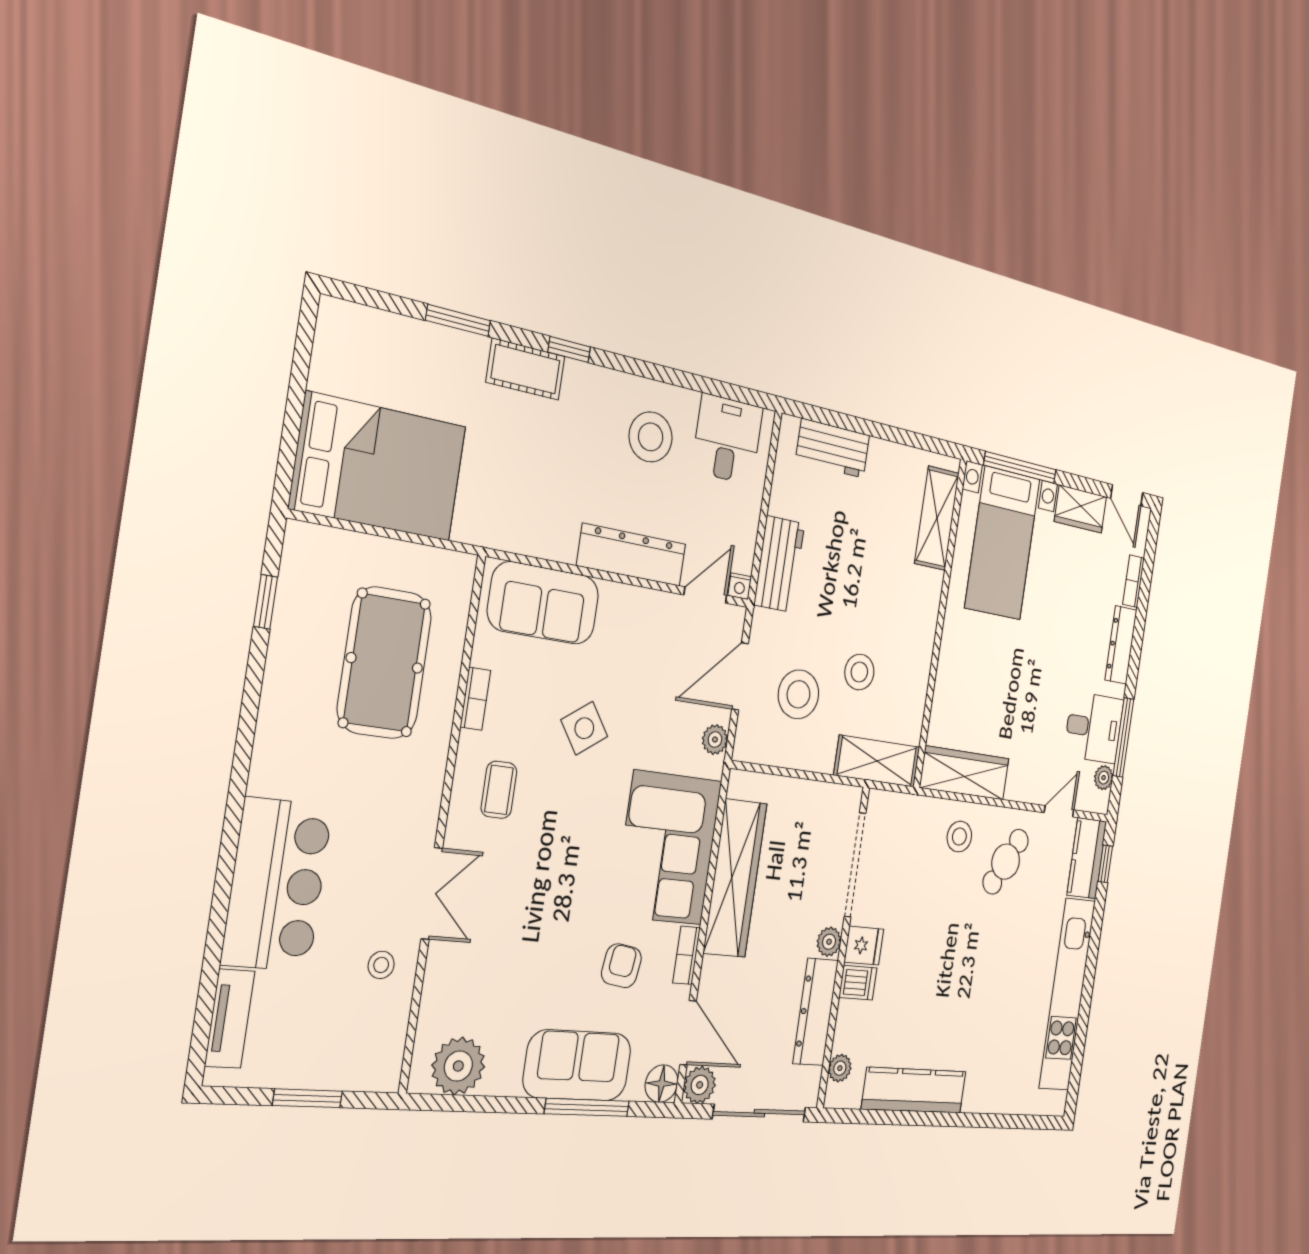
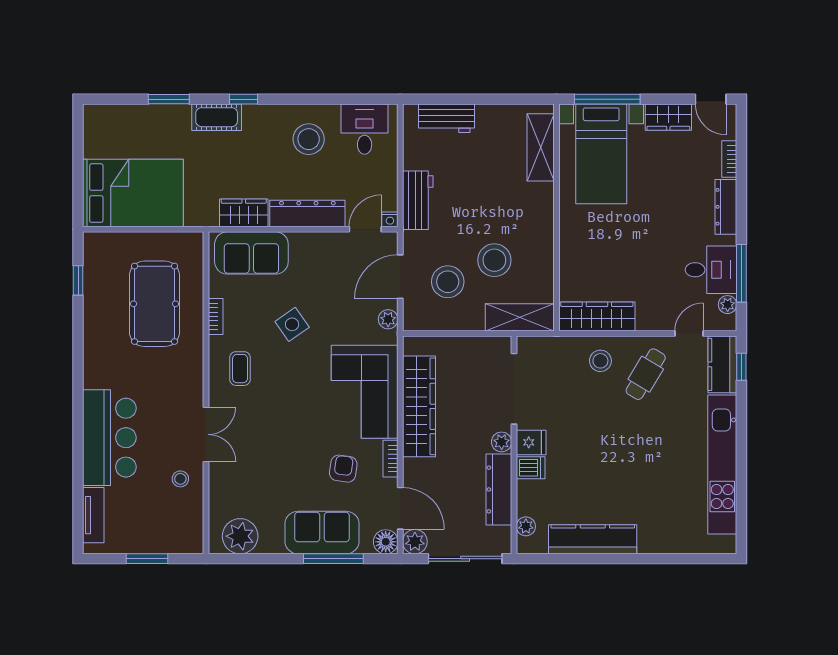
wardrobe: (542, 536) -> (244, 213), added
stool: (859, 672) -> (494, 260), width x1.38, depth x1.38

